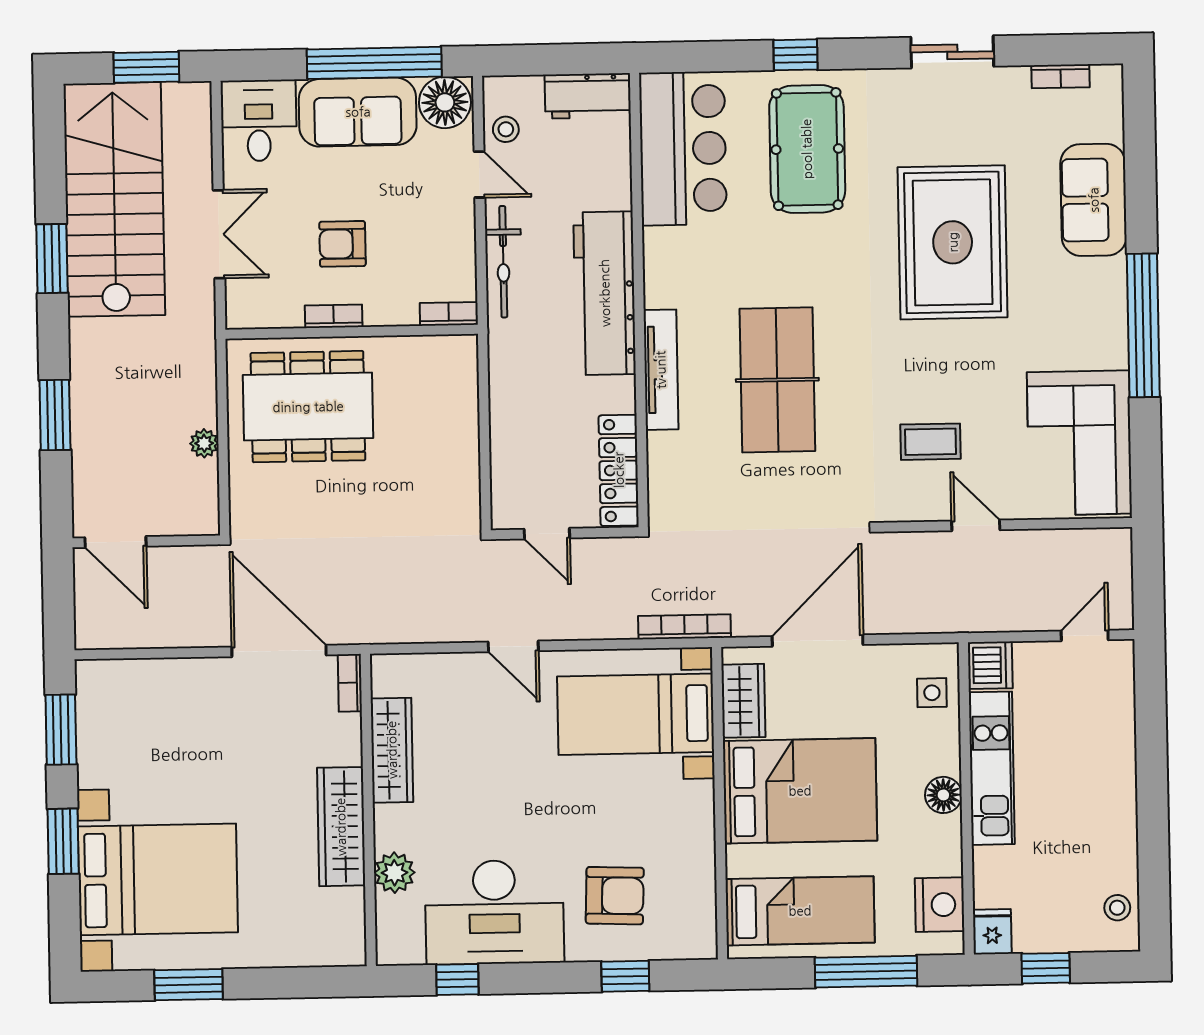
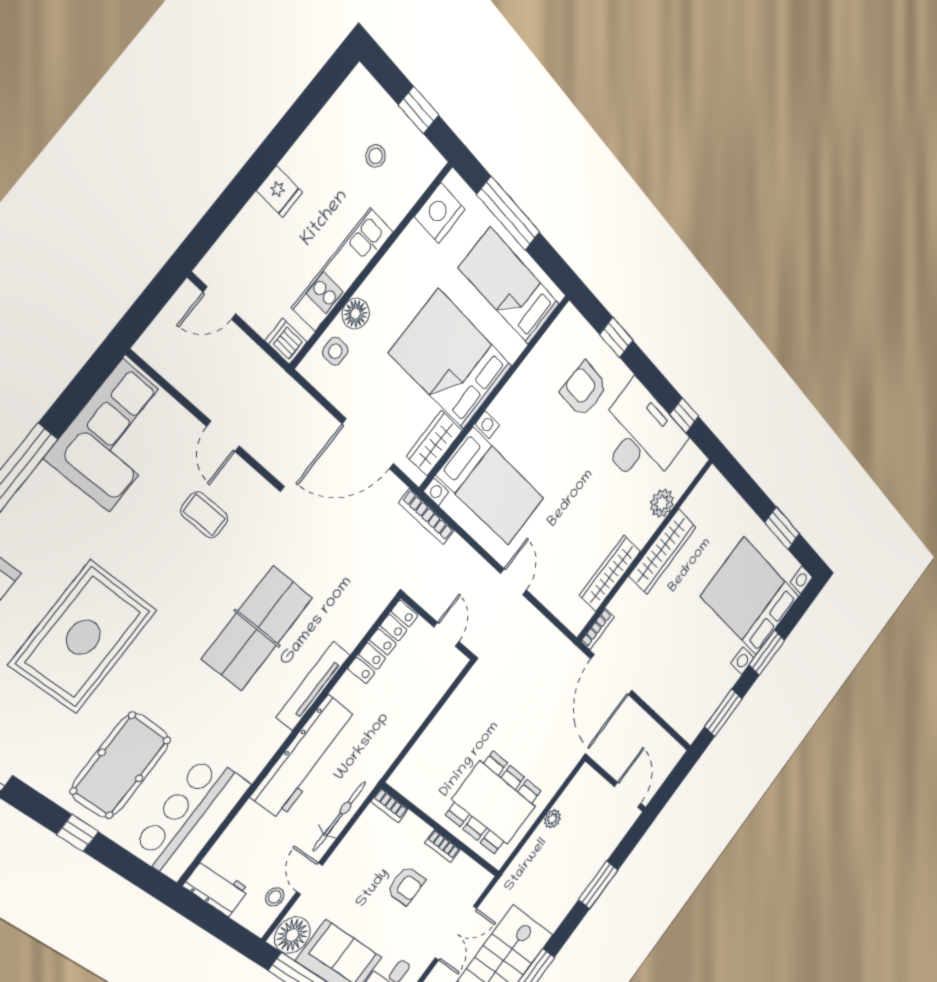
double door: (219, 234) -> (456, 933), swing flipped
dishwasher: (990, 665) -> (286, 341), width x0.73
floor lamp: (943, 795) -> (356, 314), moved
stool: (1117, 908) -> (376, 156), moved
fridge: (992, 932) -> (280, 192), moved, turned -90

